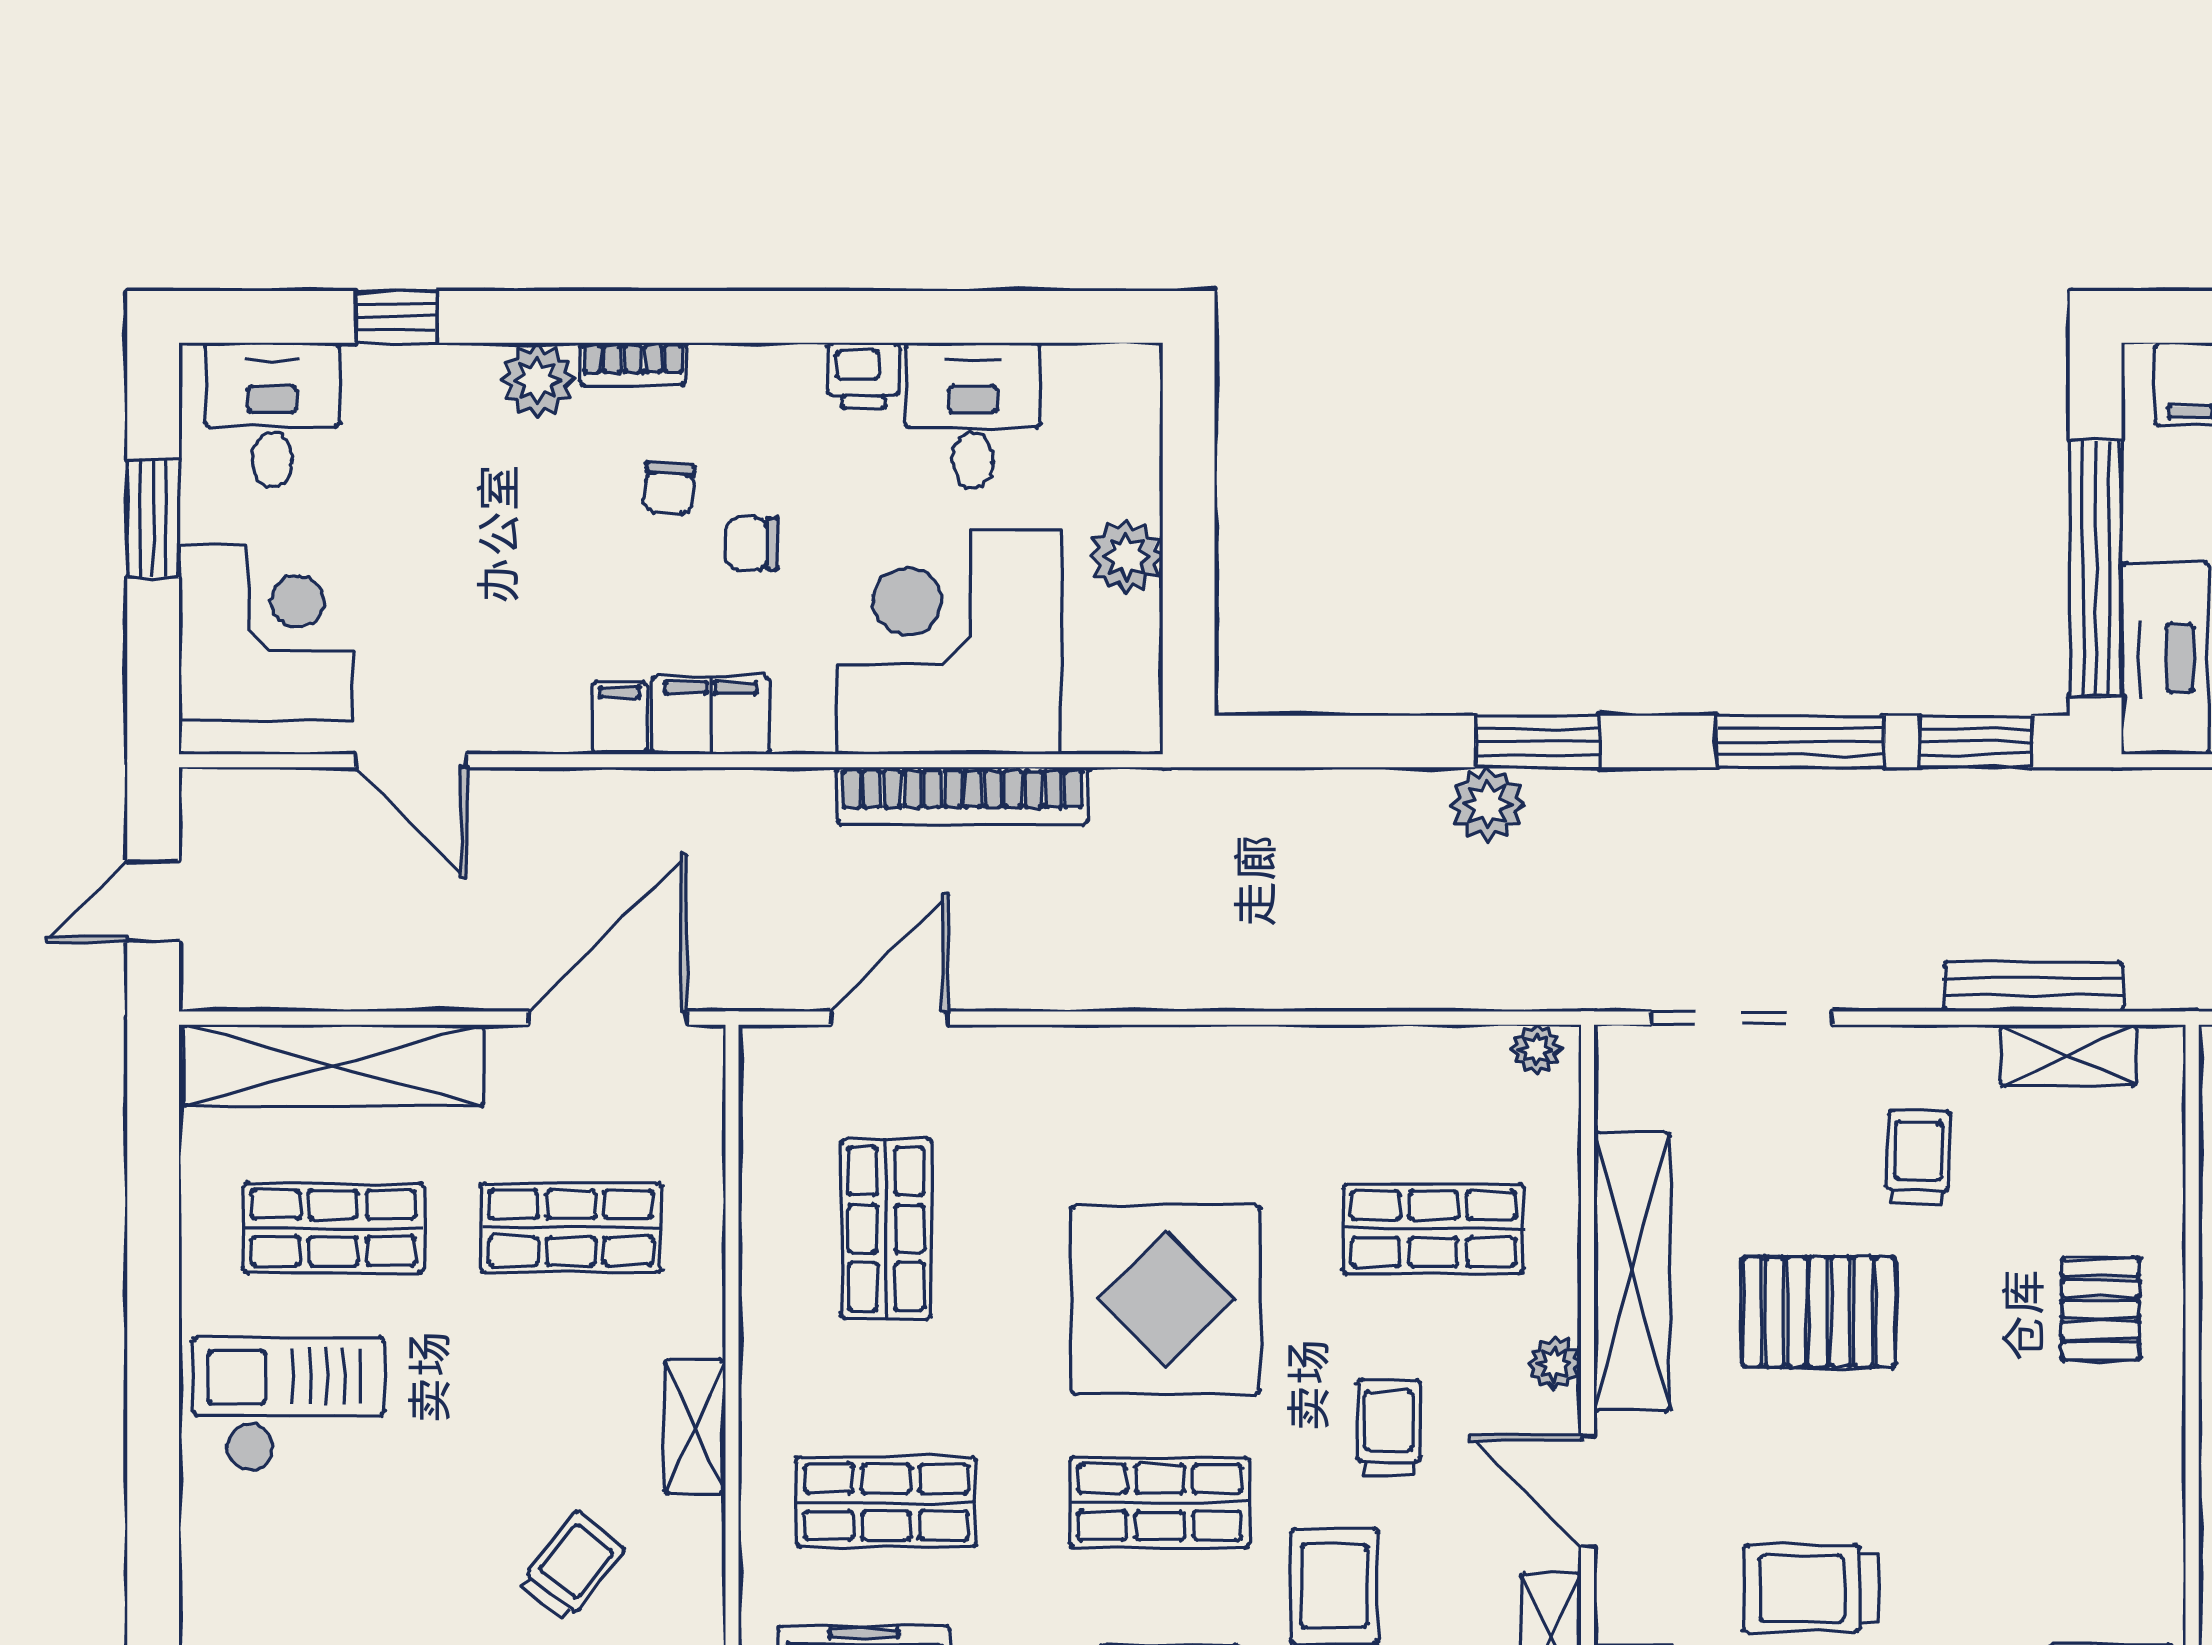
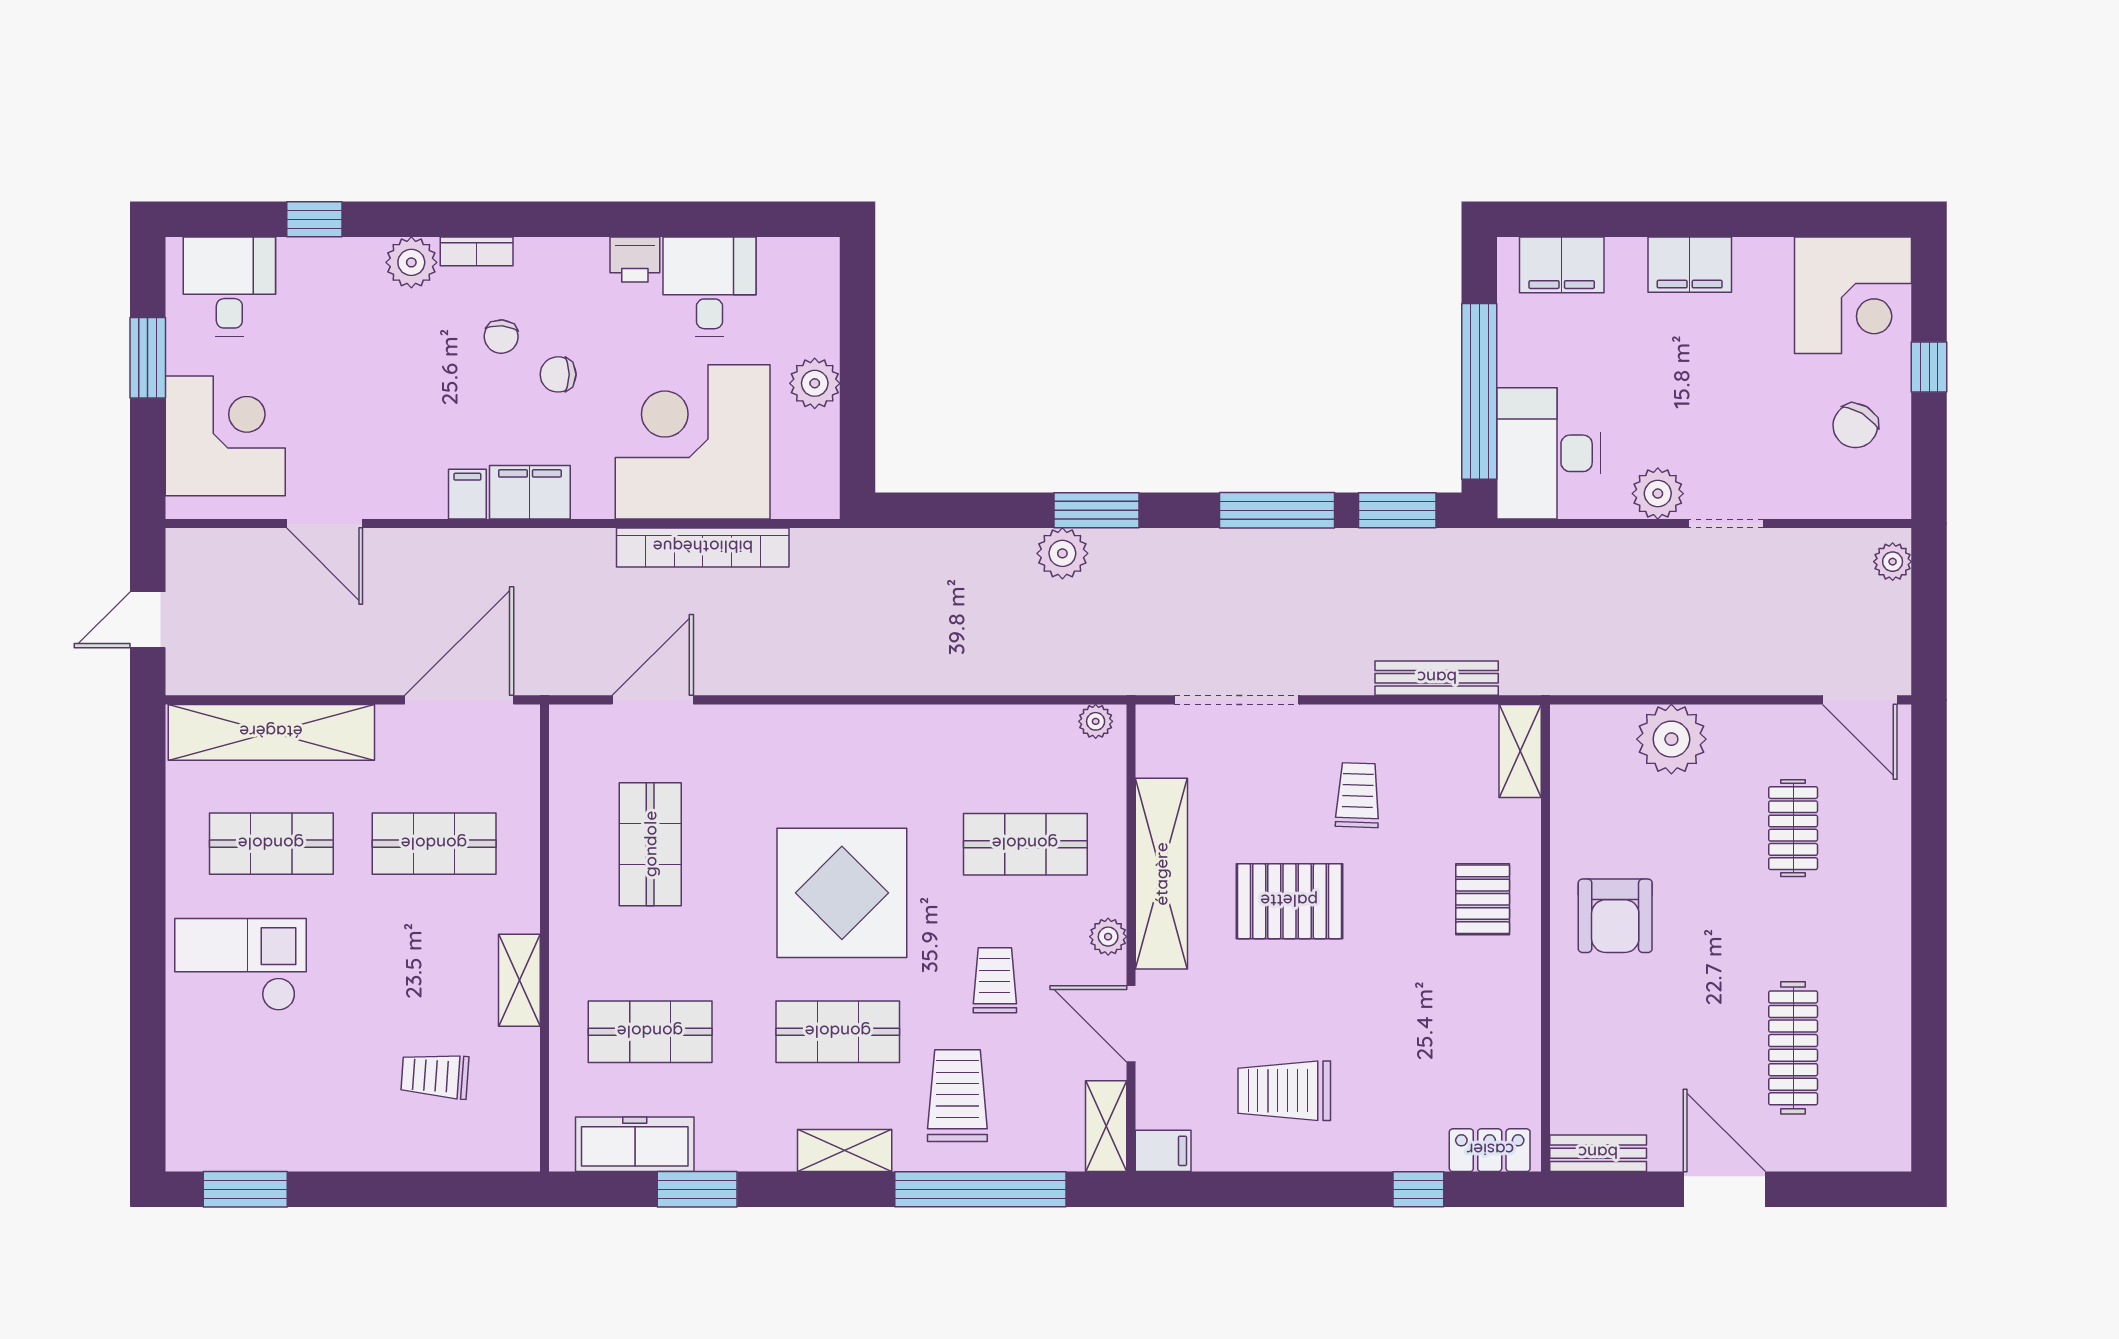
shelving: (2068, 1055) -> (1520, 751), moved, turned 90
trolley: (572, 1567) -> (435, 1076), turned -125

